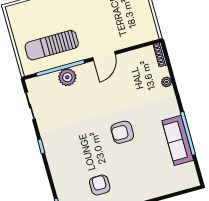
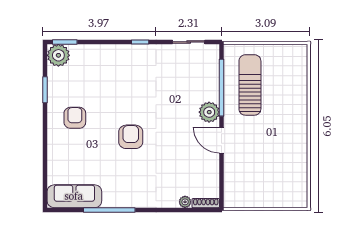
plant: (67, 77) -> (209, 112), moved
plant: (167, 82) -> (185, 202), moved
sofa: (178, 140) -> (74, 196), moved
armchair: (100, 185) -> (75, 118), moved, turned -90

